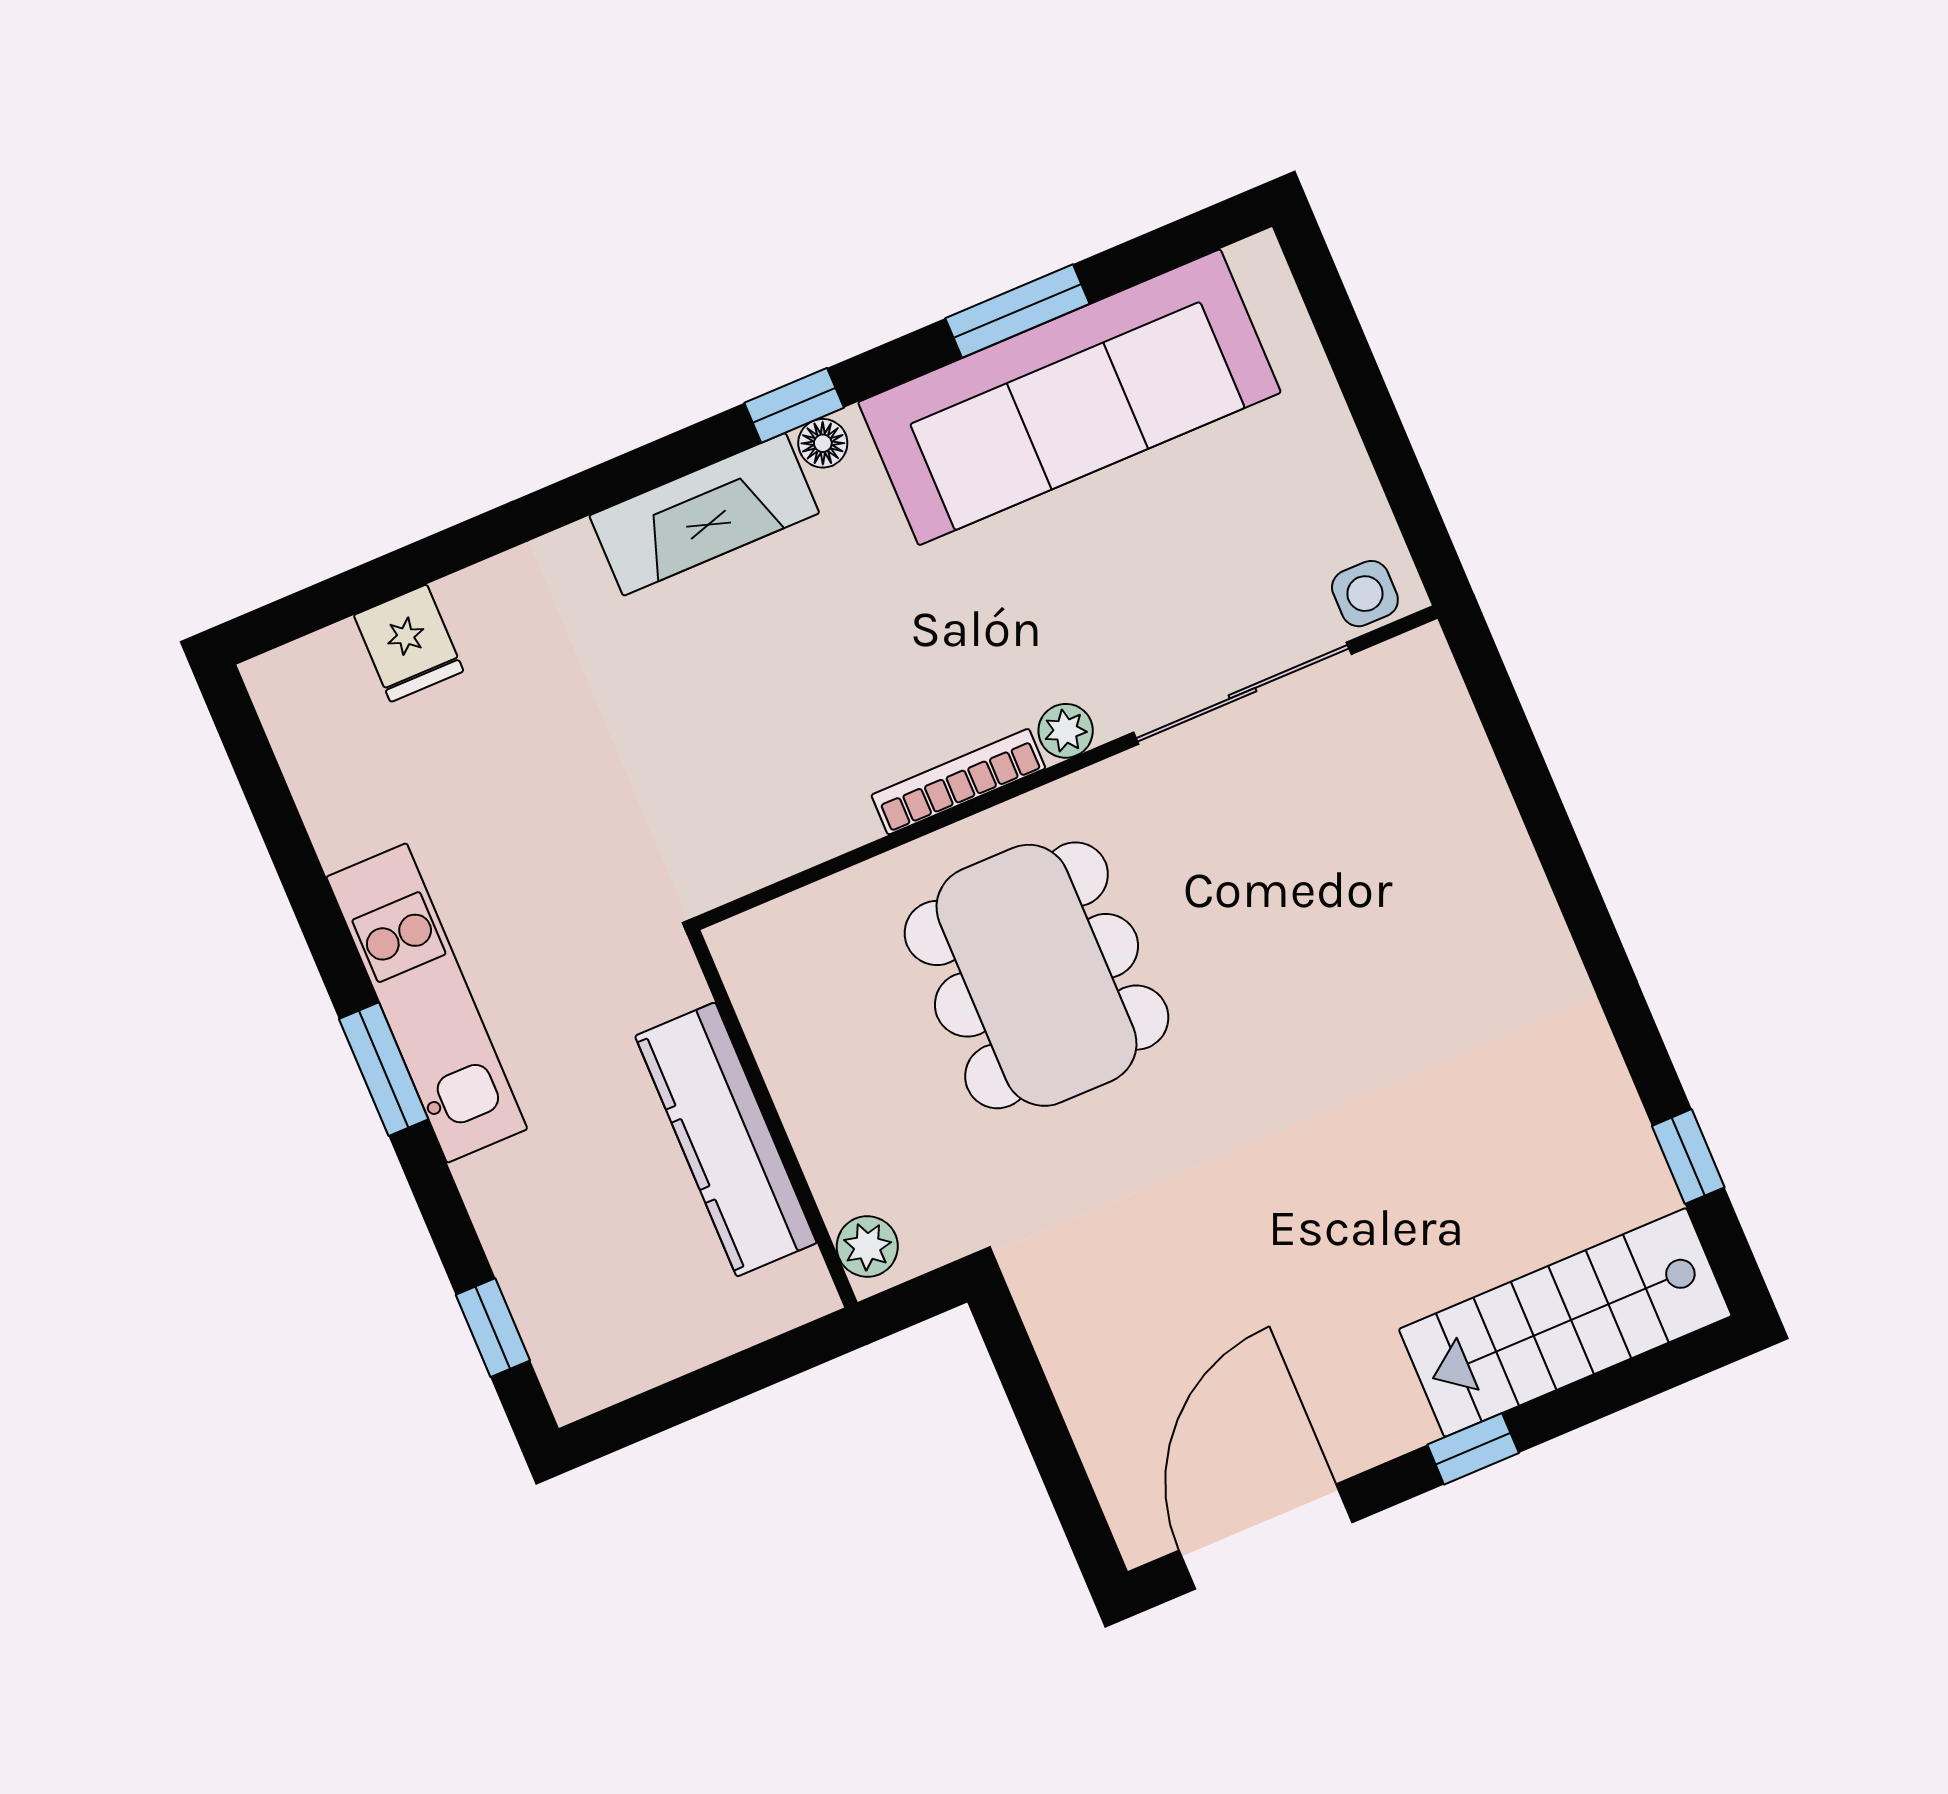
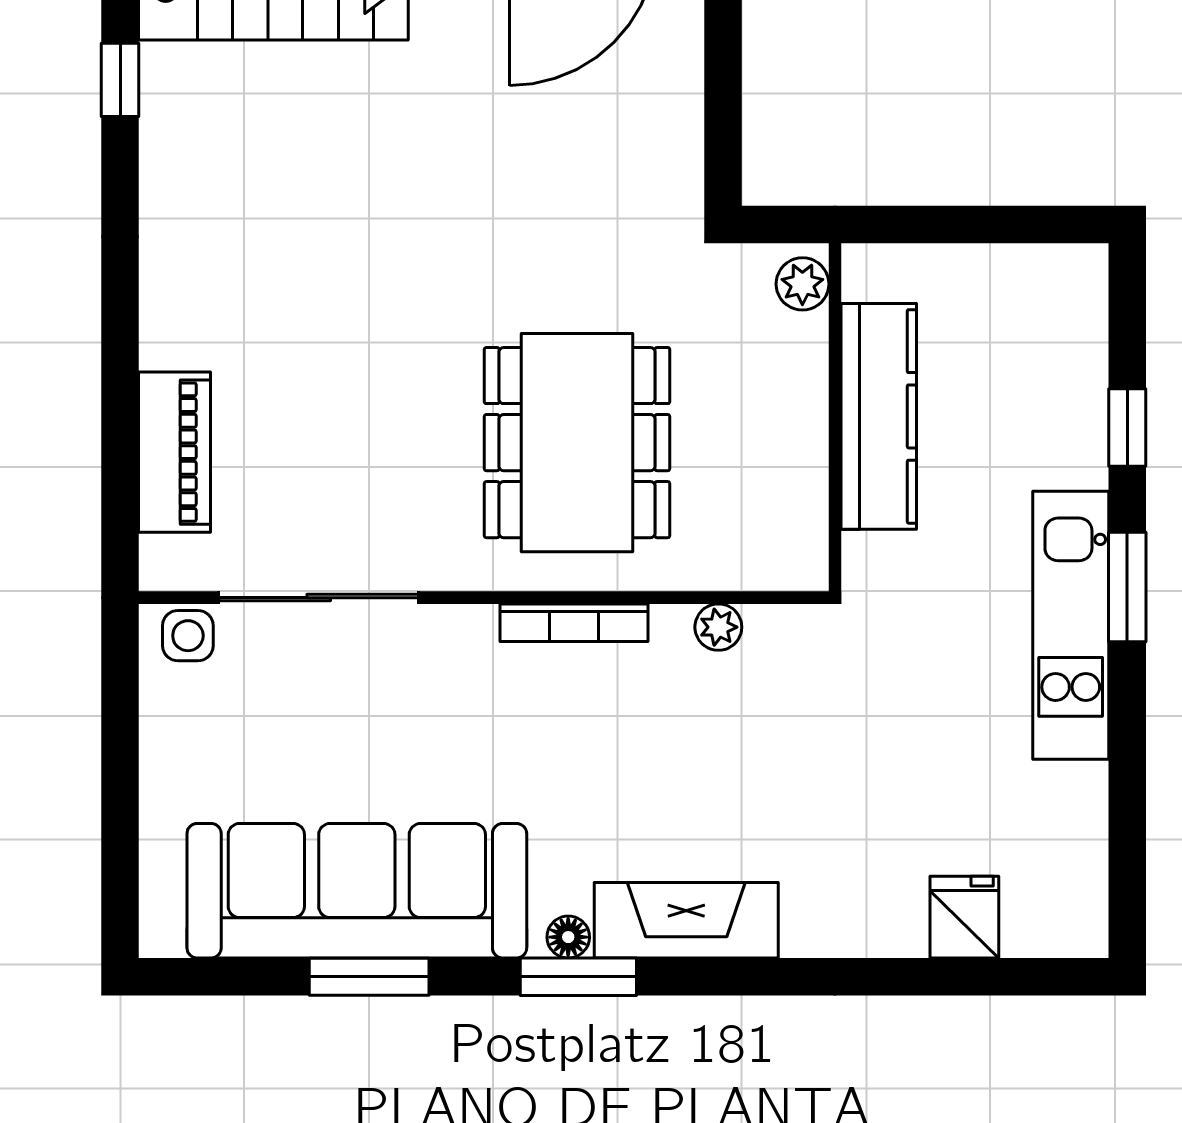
window: (794, 405) -> (578, 977), width x1.50
plant: (1066, 731) -> (718, 627), moved
piano: (1462, 784) -> (175, 452), added
window: (493, 1328) -> (1127, 427), moved

